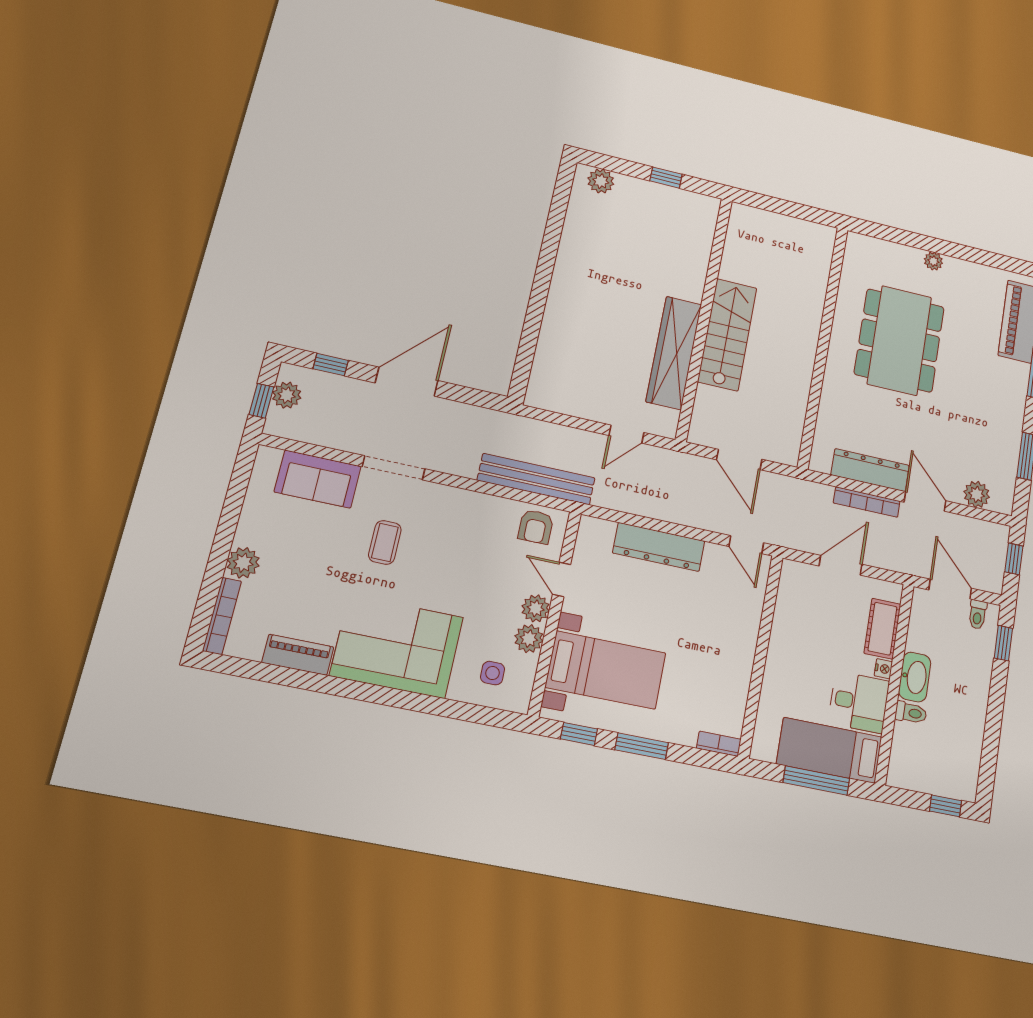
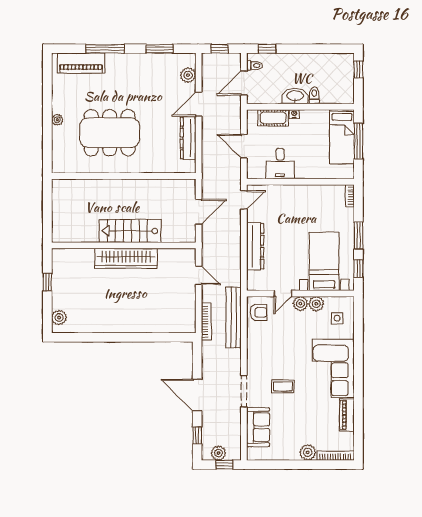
wardrobe: (674, 353) -> (126, 258), moved
bookcase: (867, 502) -> (206, 322), moved
desk: (859, 702) -> (280, 164), moved, turned 180

